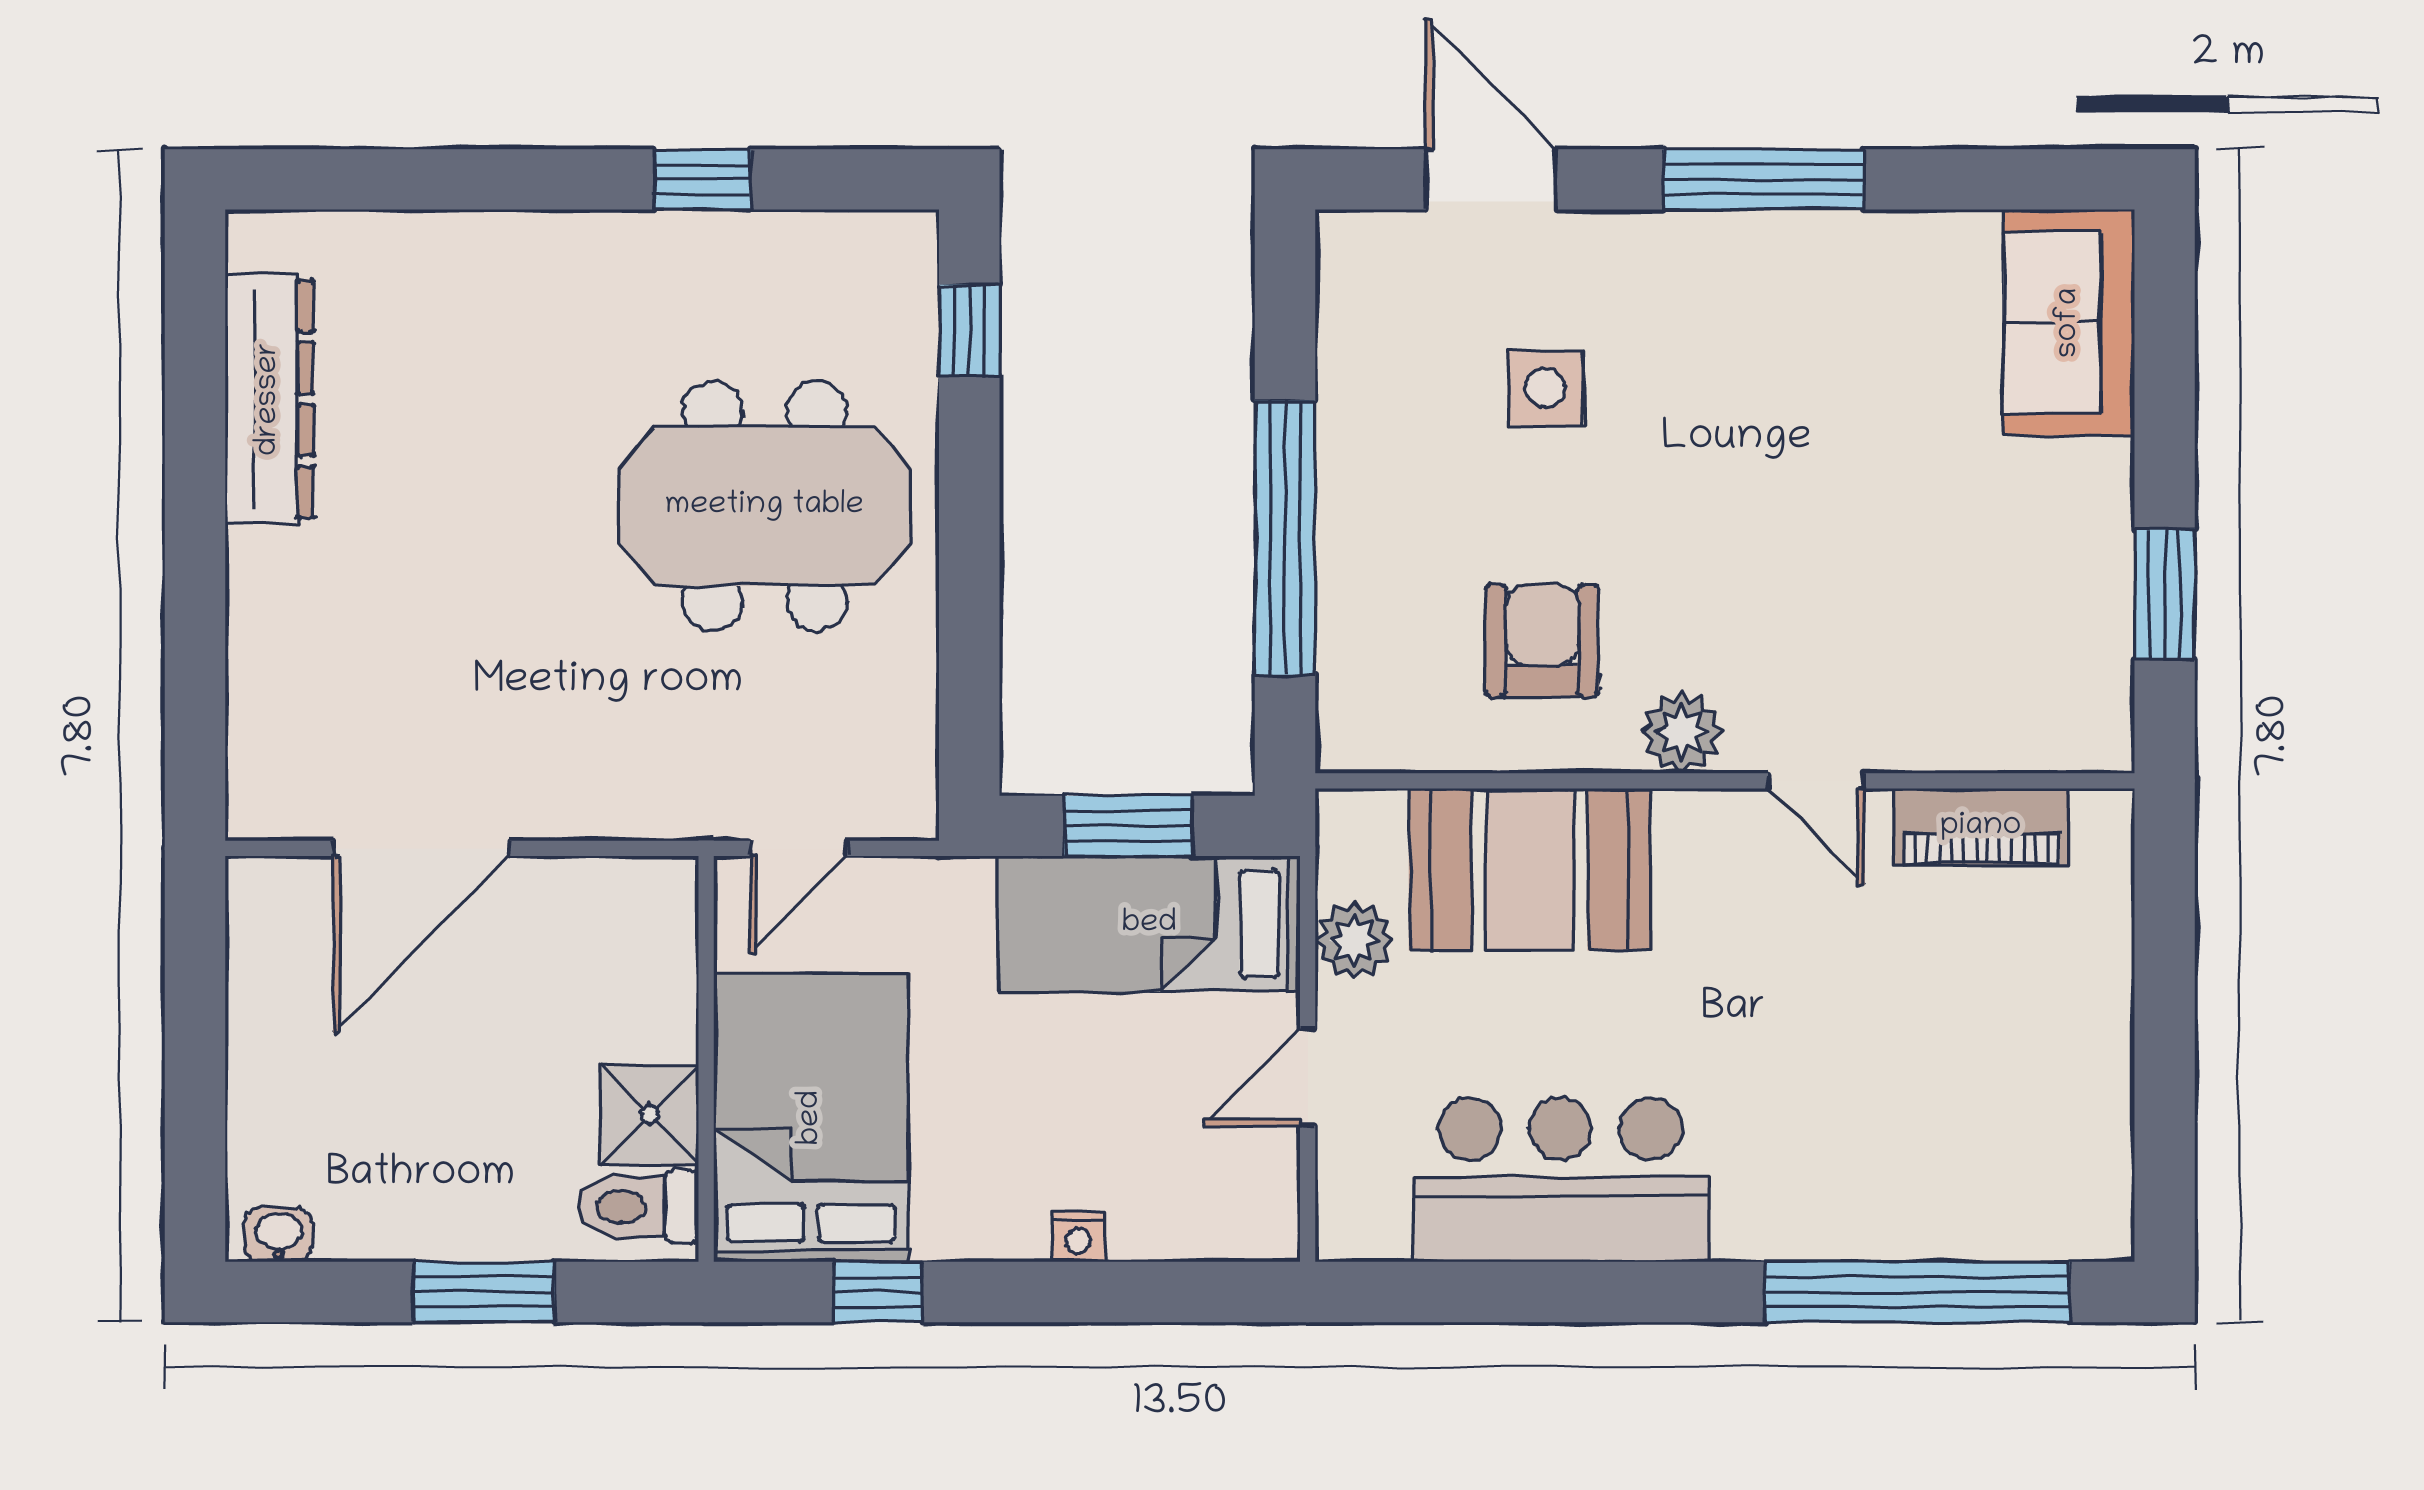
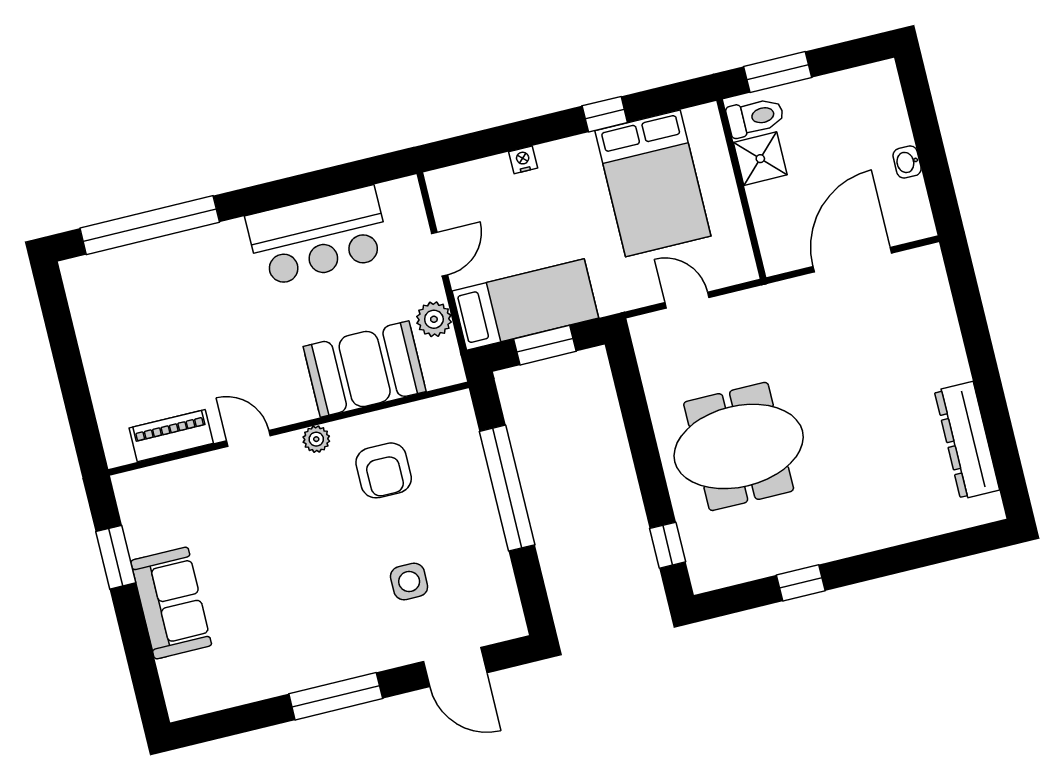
sofa: (2069, 323) -> (171, 603), moved
plant: (1682, 732) -> (316, 439), width x0.73, depth x0.73
door: (799, 848) -> (687, 300), hinge flipped
wall: (706, 1059) -> (741, 189), moved
shower: (649, 1115) -> (760, 159), moved
toilet: (638, 1207) -> (755, 117), moved
washbasin: (279, 1235) -> (907, 162), moved, turned 90

